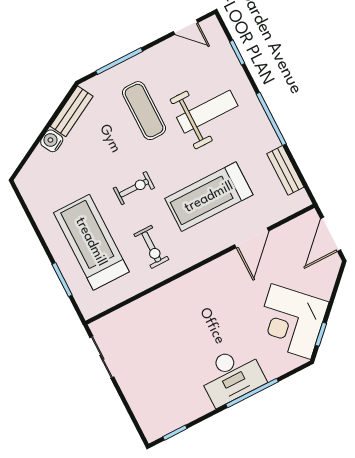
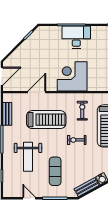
door: (186, 27) -> (29, 198), moved
weight bench: (207, 112) -> (28, 157), turned -90
corner desk: (291, 322) -> (72, 76), moved, turned -135

